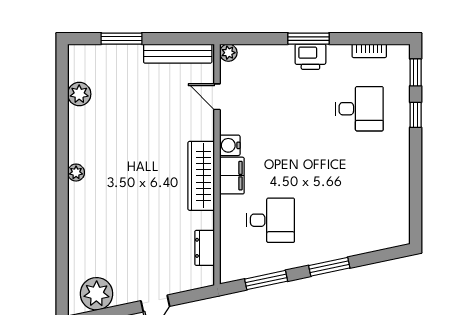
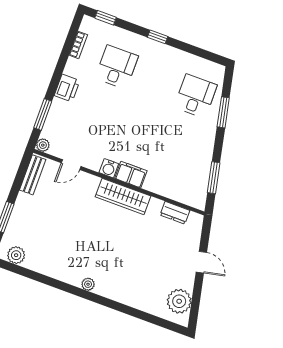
window: (308, 39) -> (43, 115), moved
bench: (178, 54) -> (33, 175), width x0.73
plant: (79, 94) -> (16, 255), moved
window: (416, 115) -> (158, 37), moved
desk: (271, 220) -> (196, 96), moved
window: (329, 267) -> (223, 112), moved

